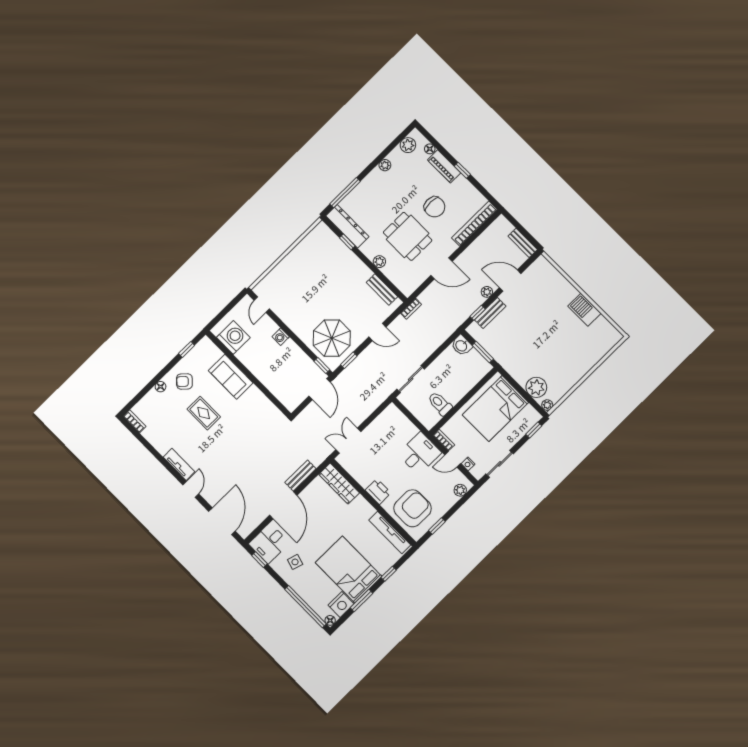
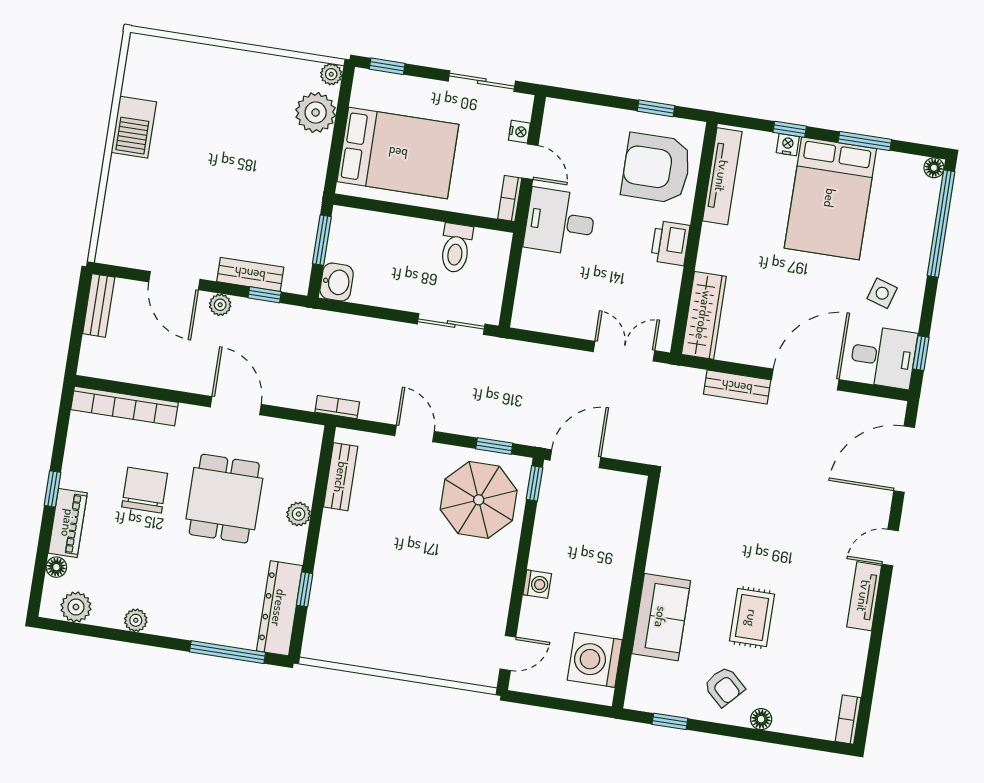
double door: (348, 441) -> (624, 351), swing flipped
plant: (460, 490) -> (571, 113), removed
nightstand: (341, 604) -> (788, 145), moved, width x0.53, depth x0.56

